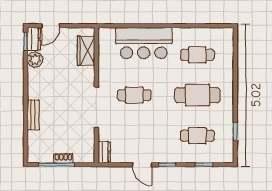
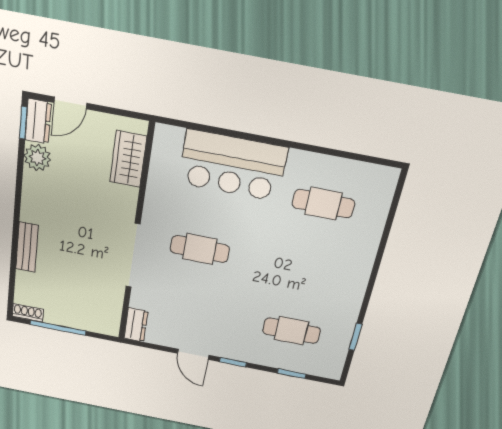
cafe table: (197, 95) -> (307, 270), removed
shoe rack: (64, 158) -> (28, 313), moved

